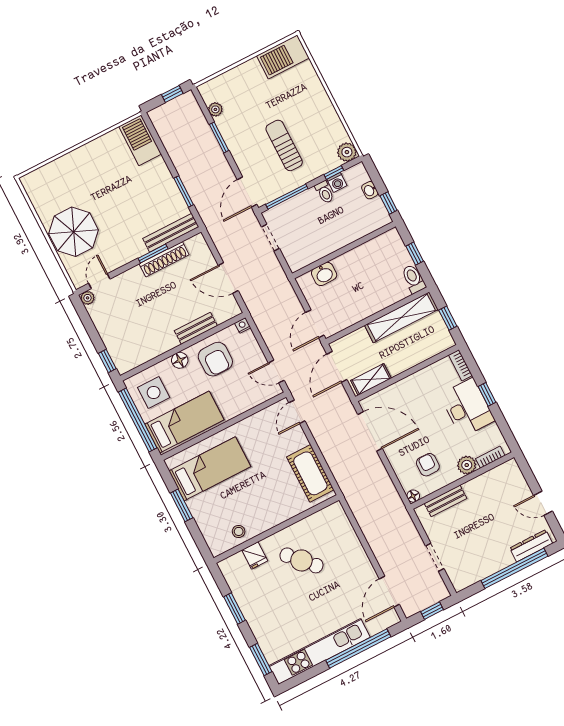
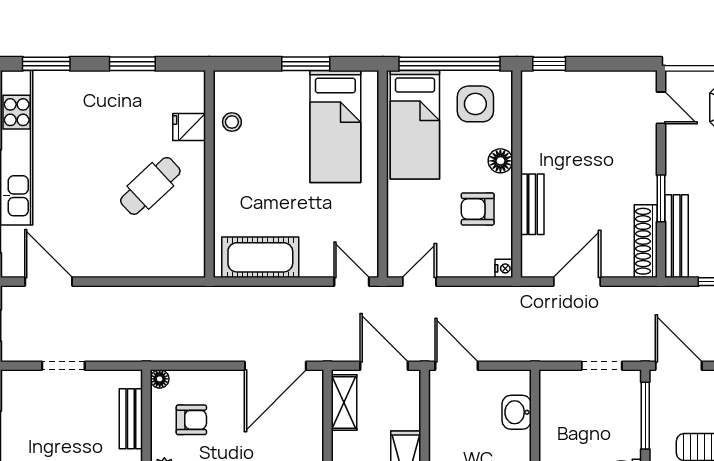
shoe rack: (164, 259) -> (646, 241), moved
plant: (88, 298) -> (647, 81), removed
armchair: (215, 359) -> (478, 209), width x0.72, depth x0.72

